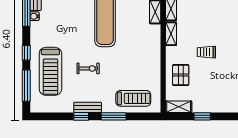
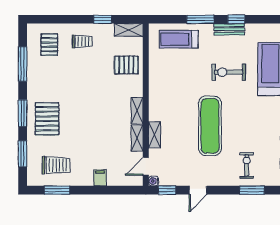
trolley: (206, 52) -> (82, 41), moved
exercise bike: (88, 68) -> (229, 72), width x1.38, depth x1.39
pallet: (181, 75) -> (126, 65), turned 90

